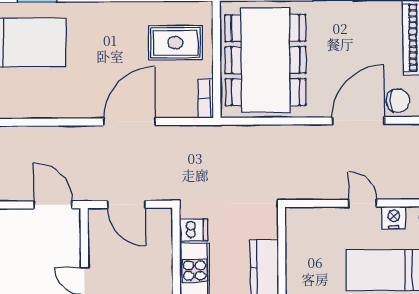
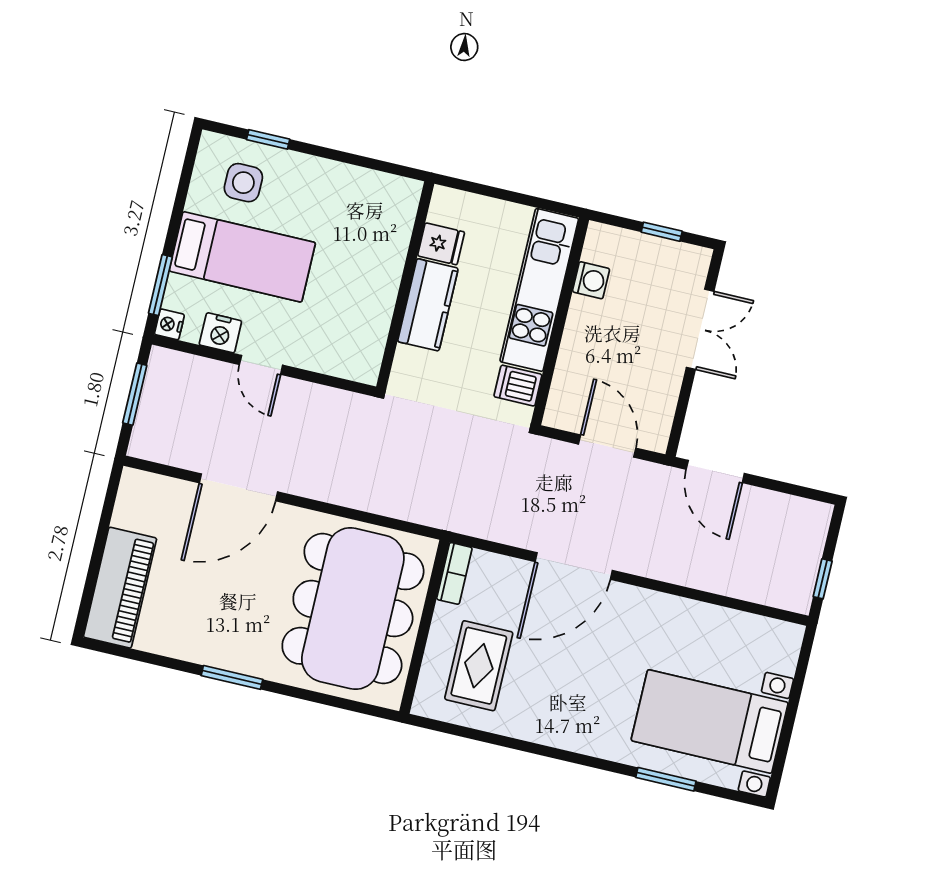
rug: (175, 43) -> (479, 666), turned 90
chair: (398, 101) -> (173, 503), removed

